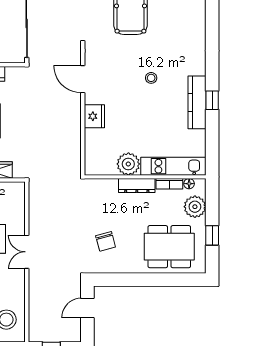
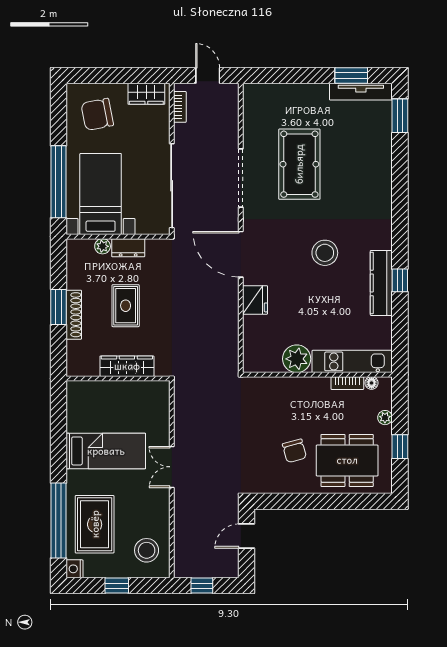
stool: (151, 78) -> (325, 253), width x1.89, depth x1.89
door: (83, 79) -> (241, 254), width x1.36
dresser: (137, 186) -> (307, 385), removed
plant: (195, 207) -> (385, 418), width x0.53, depth x0.53
chair: (106, 241) -> (294, 451), moved

